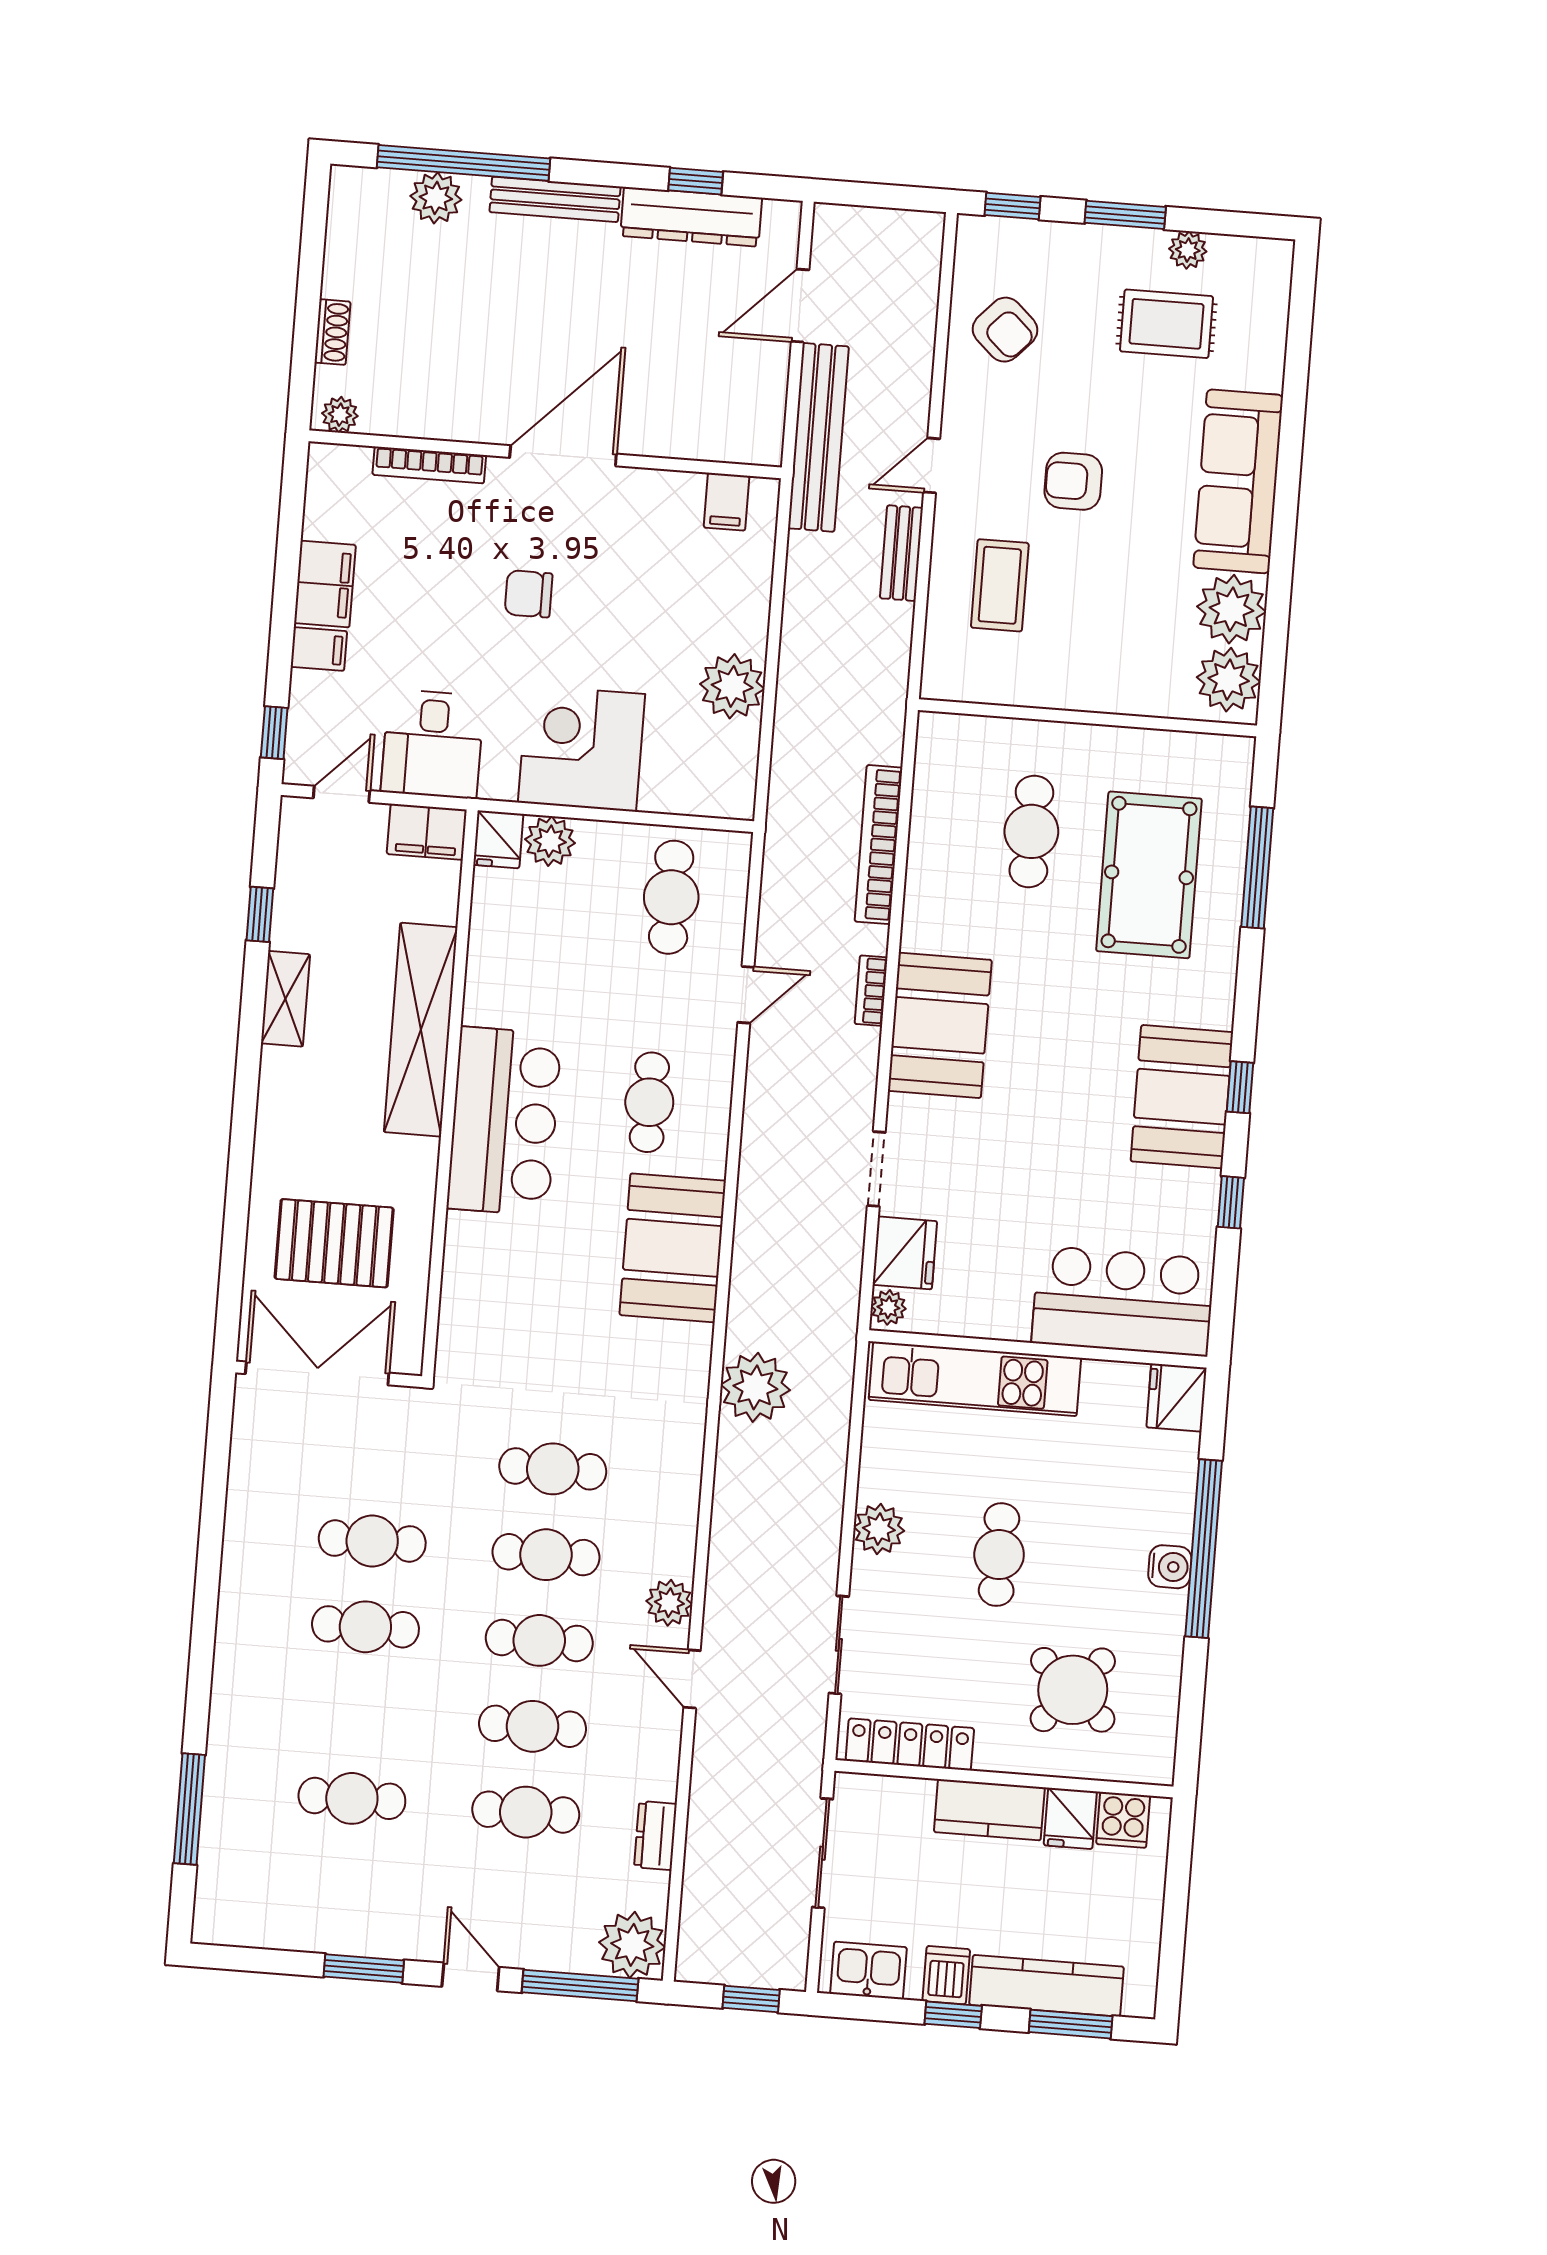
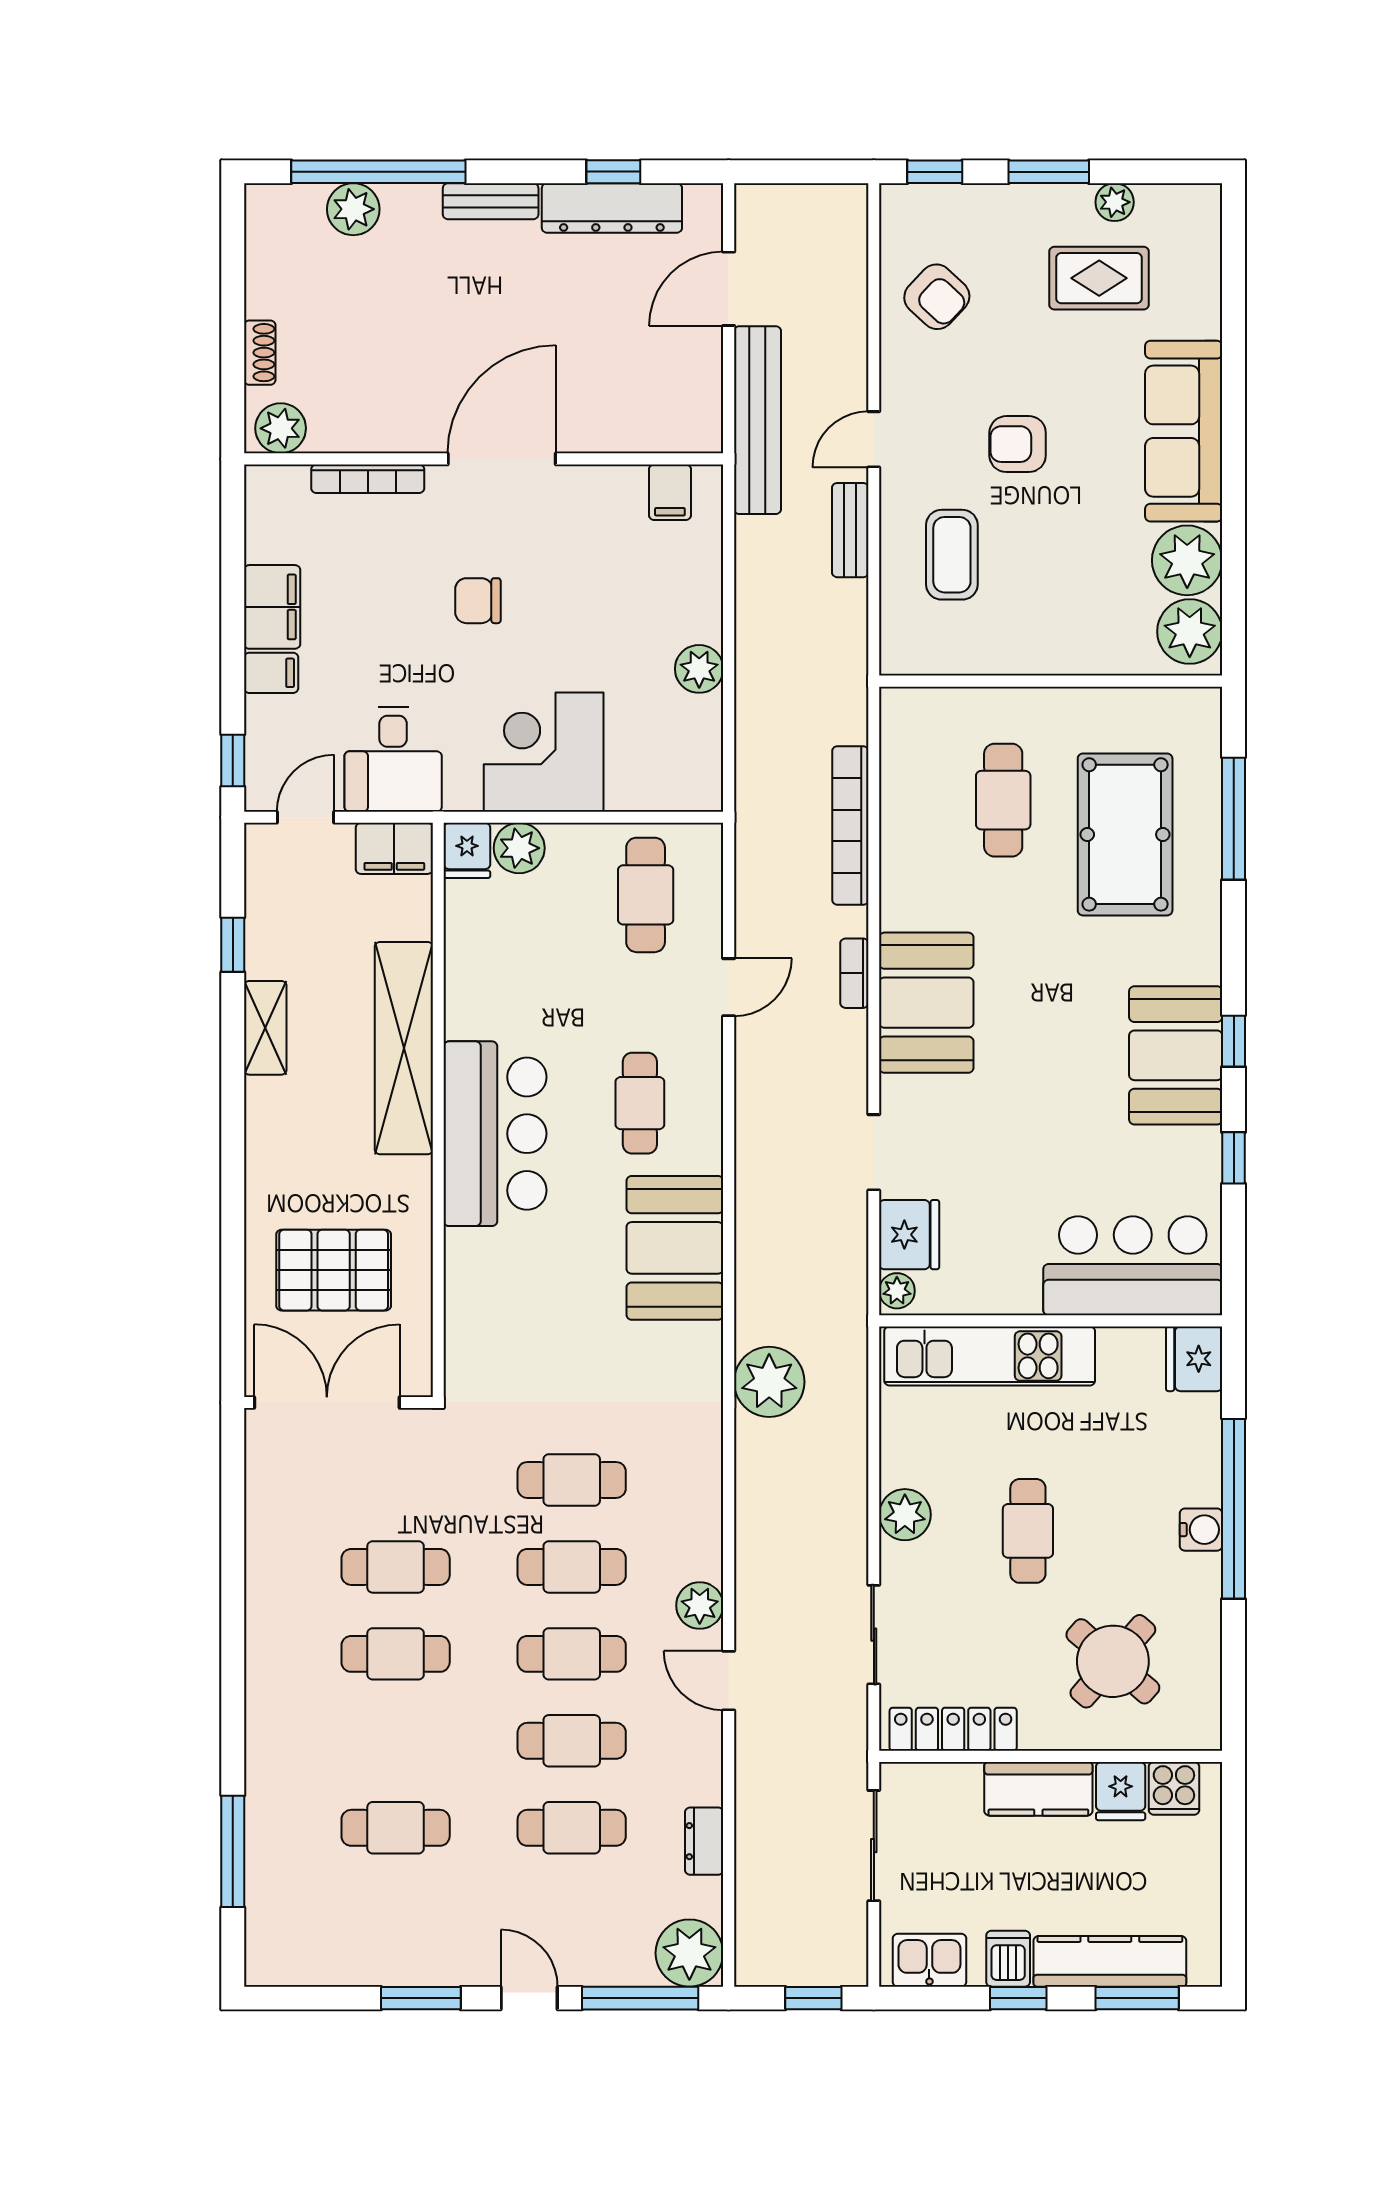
bench: (555, 199) -> (491, 201), width x0.73
plant: (340, 415) -> (281, 428), width x1.38, depth x1.38
plant: (732, 686) -> (699, 669), width x0.73, depth x0.73

